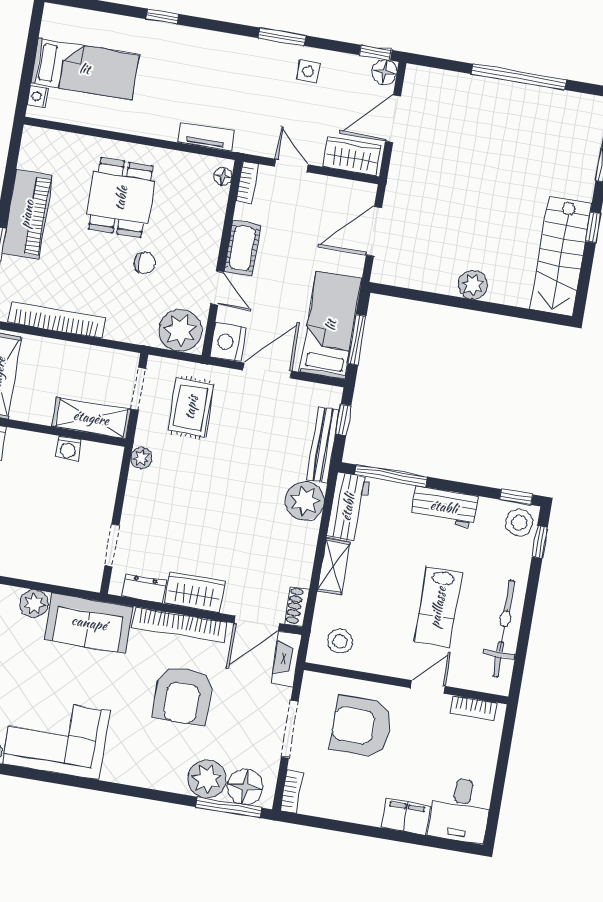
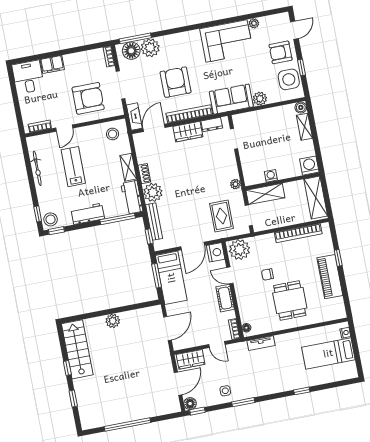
shoe rack: (297, 606) -> (144, 174), moved
bicycle: (504, 629) -> (37, 168), width x0.73, depth x0.71

